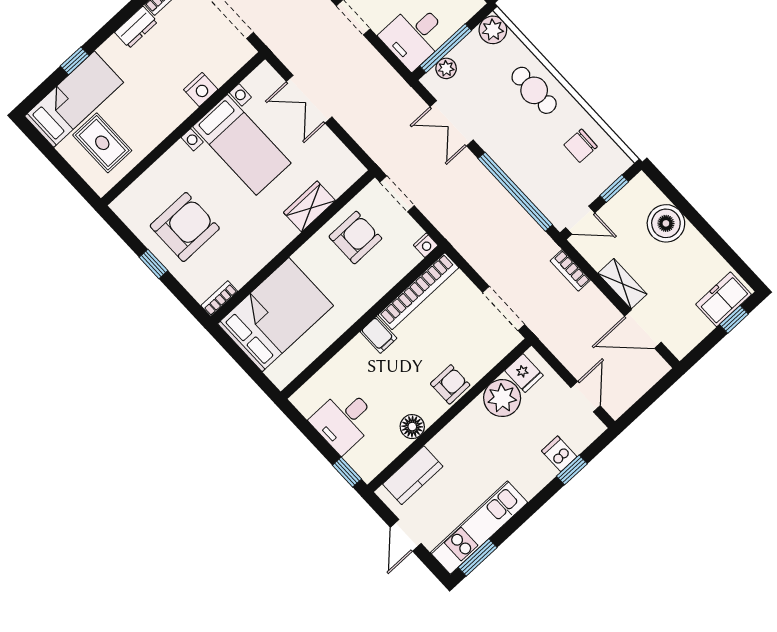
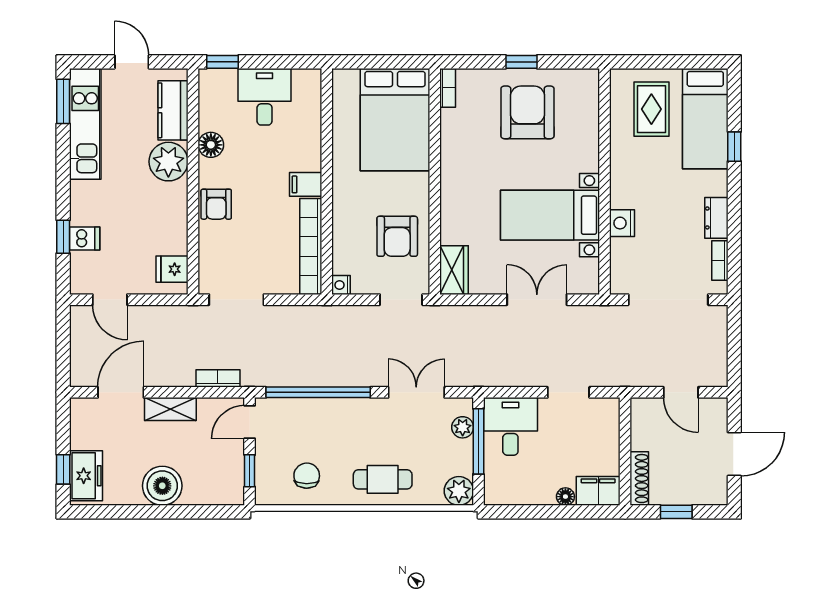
rug: (102, 143) -> (651, 109), turned 90
wardrobe: (309, 206) -> (454, 270), moved
boiler: (666, 223) -> (162, 486), moved
armchair: (185, 227) -> (527, 112), turned 180
plant: (502, 398) -> (168, 162), moved

